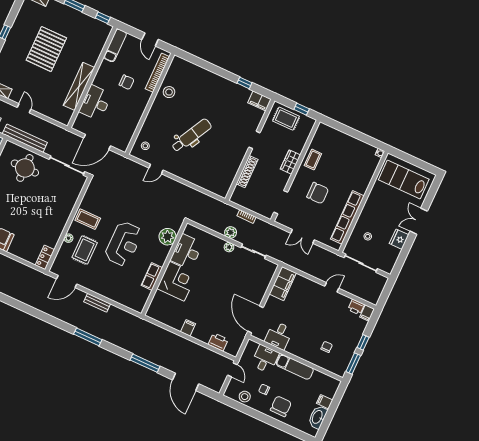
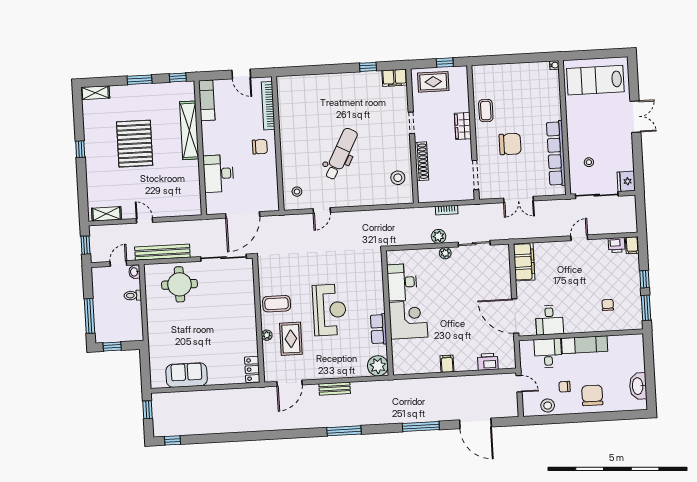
chair: (127, 82) -> (260, 147), moved
shelving: (79, 86) -> (189, 130), moved
stool: (169, 92) -> (398, 178), moved
double door: (419, 221) -> (635, 117), swing flipped
plant: (168, 237) -> (378, 366), moved
fridge: (399, 239) -> (626, 181), moved
filing cabinet: (325, 402) -> (637, 365), removed

